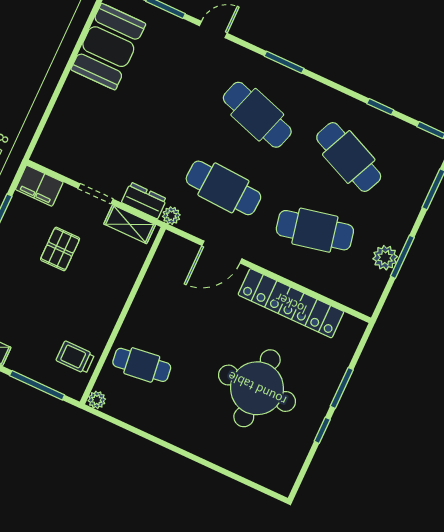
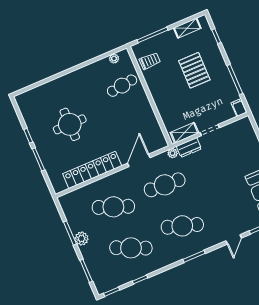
filing cabinet: (39, 186) -> (239, 108), width x0.50
cafe table: (315, 230) -> (113, 207), turned 33
pallet: (60, 249) -> (194, 70), moved, width x1.50, depth x1.42
plant: (385, 258) -> (82, 239), moved
round table: (257, 388) -> (70, 124), width x0.73, depth x0.73
plant: (97, 400) -> (114, 59), moved

